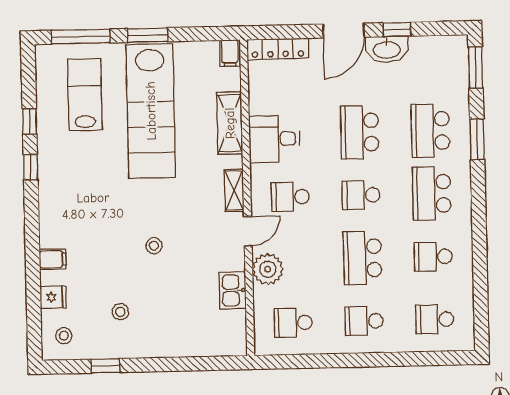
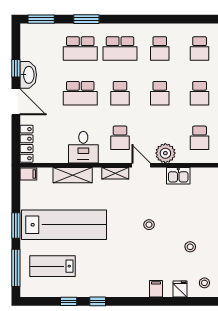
school desk: (362, 258) -> (160, 93), width x0.54

